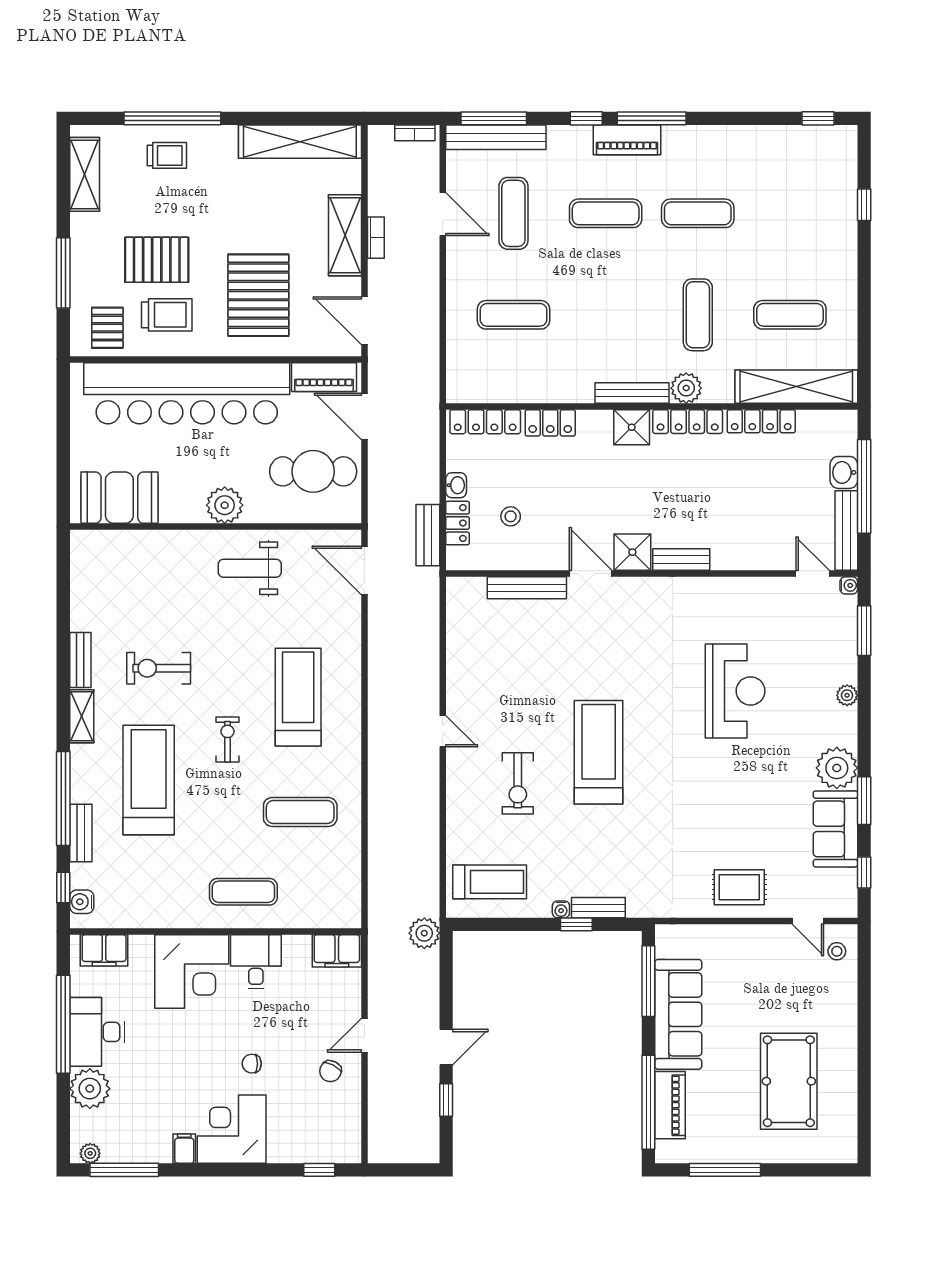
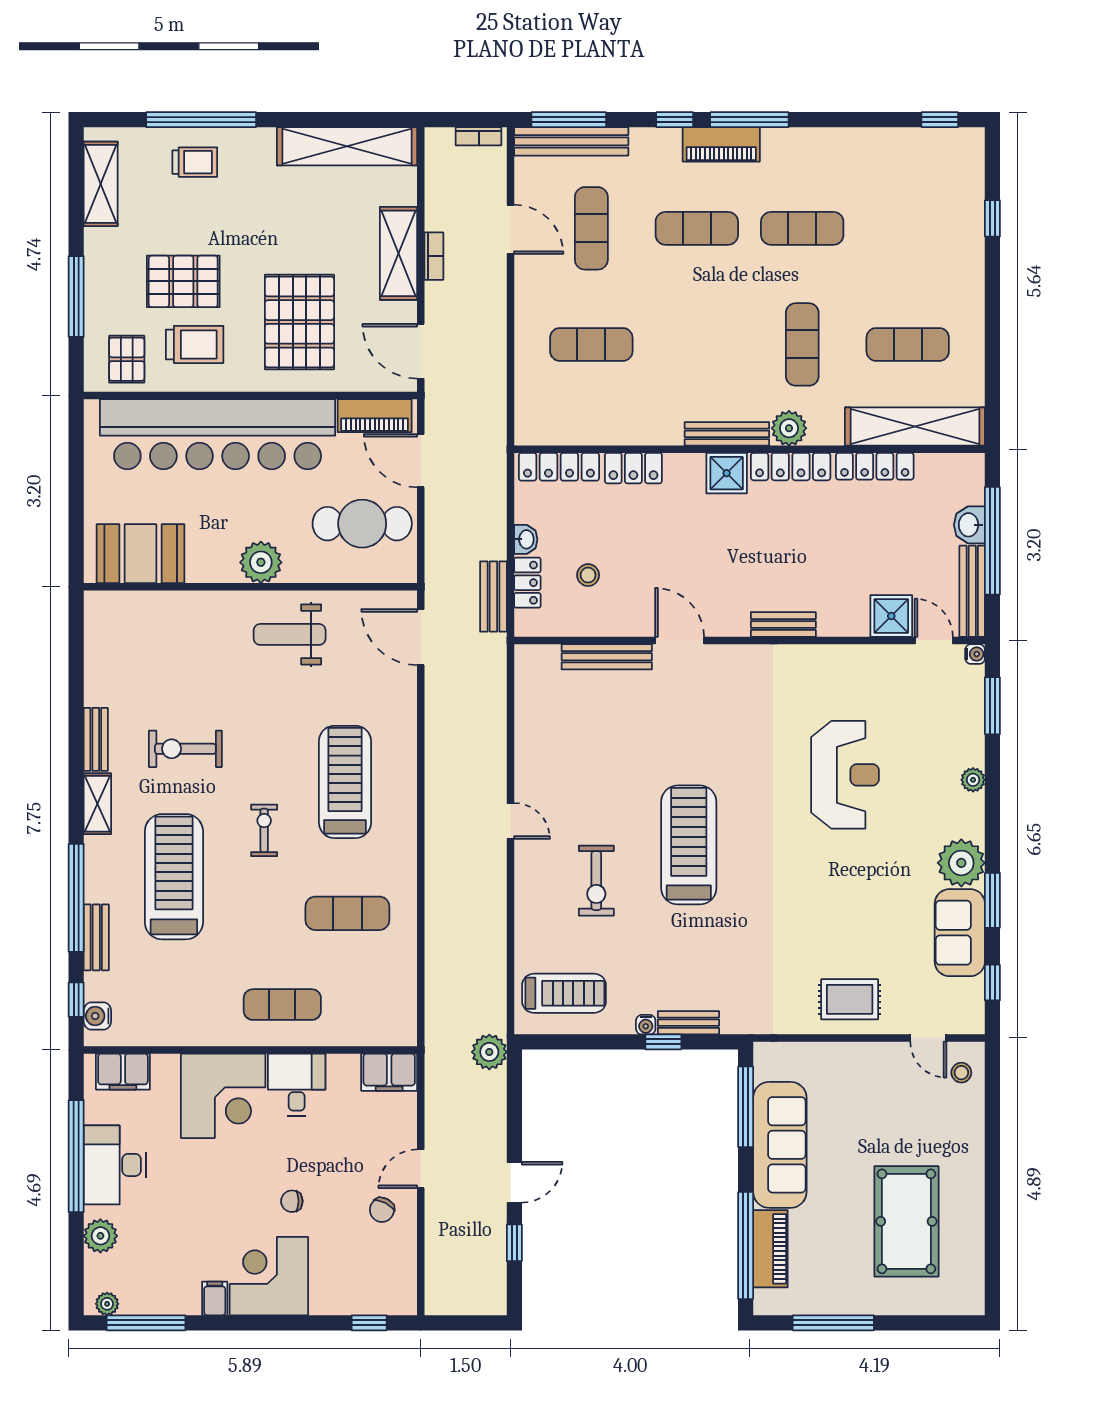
shower: (632, 552) -> (891, 616), moved
plant: (90, 1089) -> (100, 1236), width x0.73, depth x0.73

